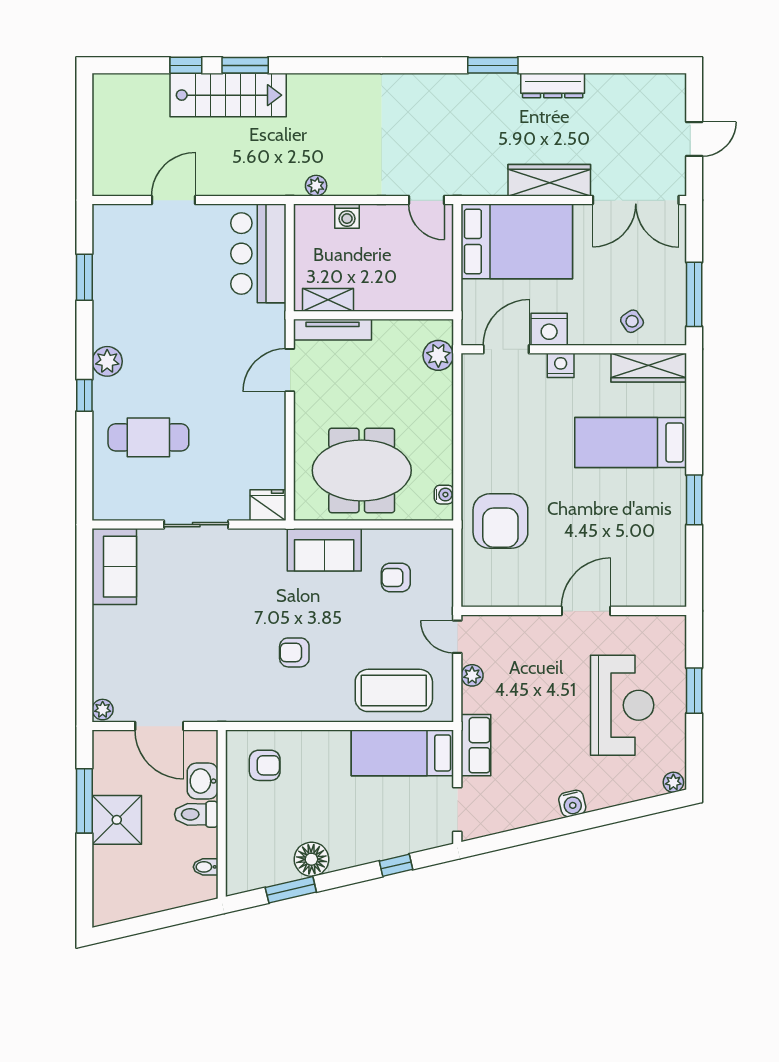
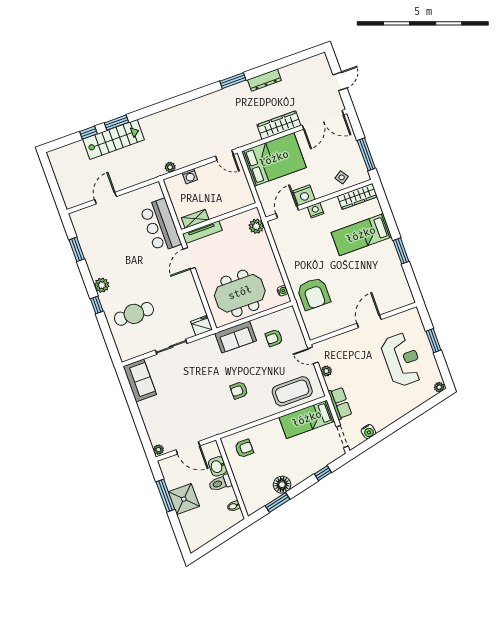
bar counter: (258, 253) -> (161, 226), moved
water cooler: (572, 803) -> (368, 432), moved

